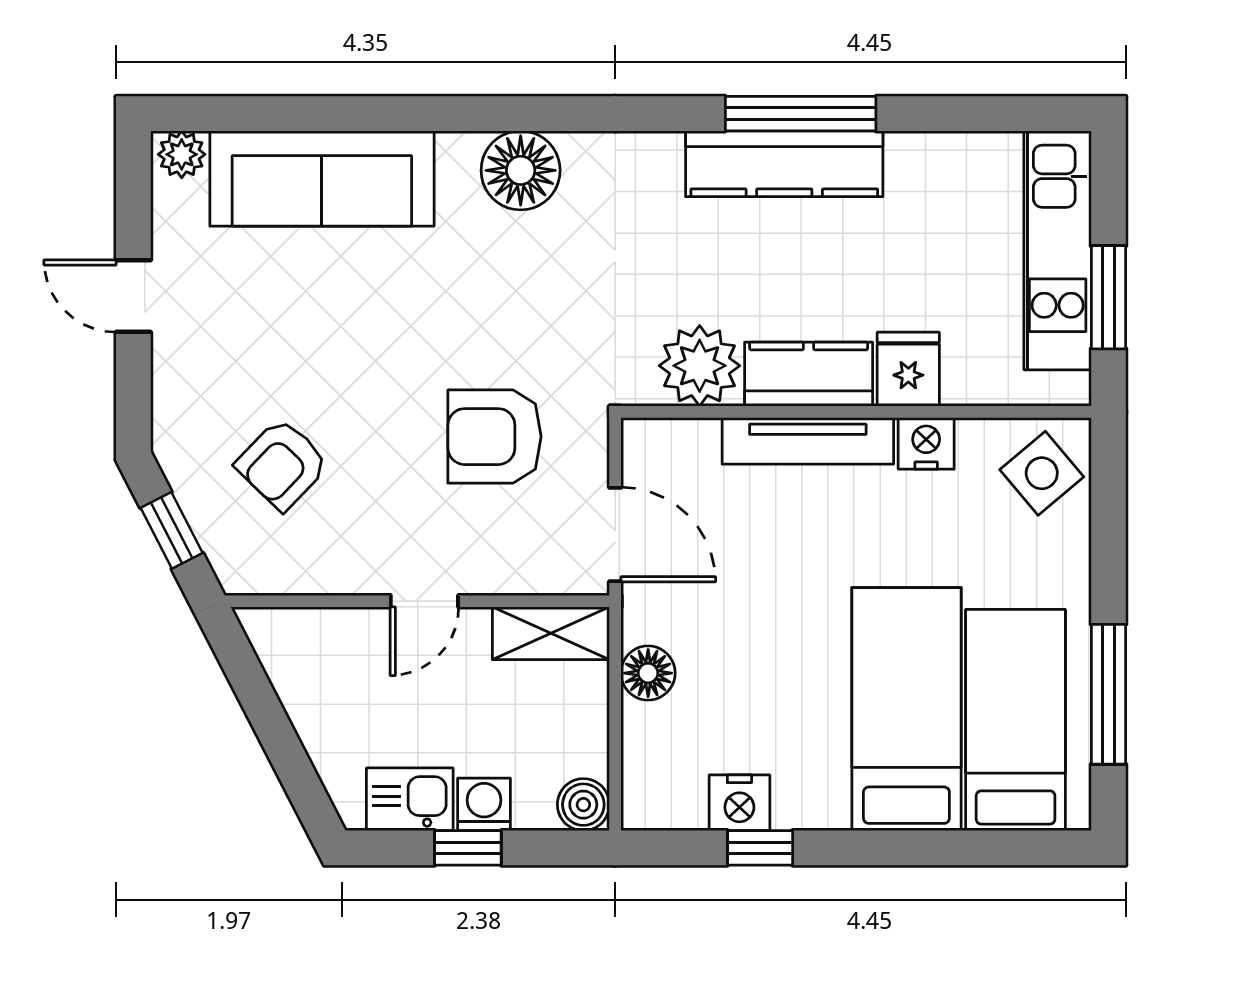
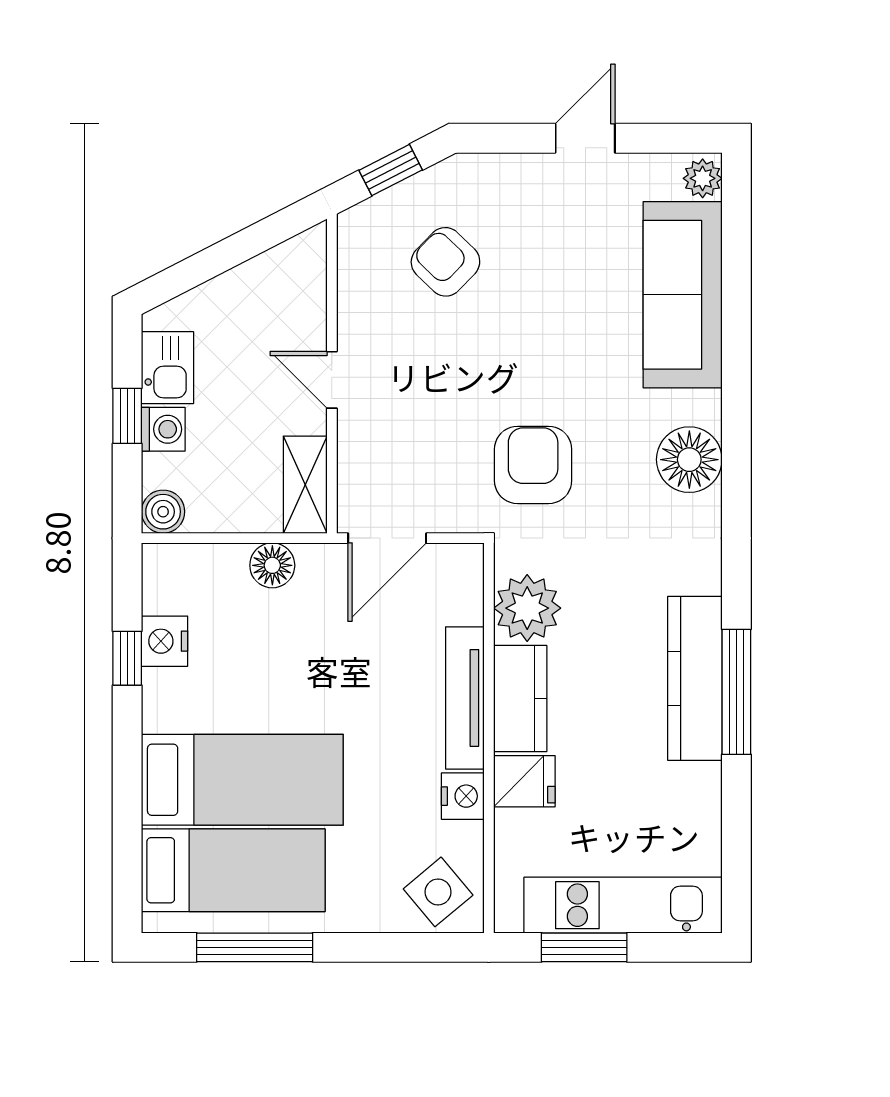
armchair: (494, 437) -> (533, 465), moved

